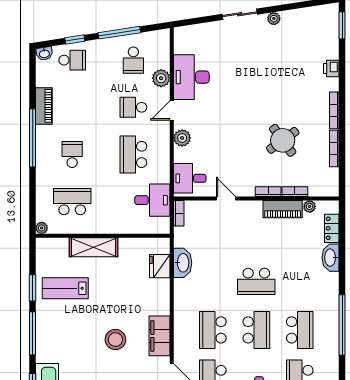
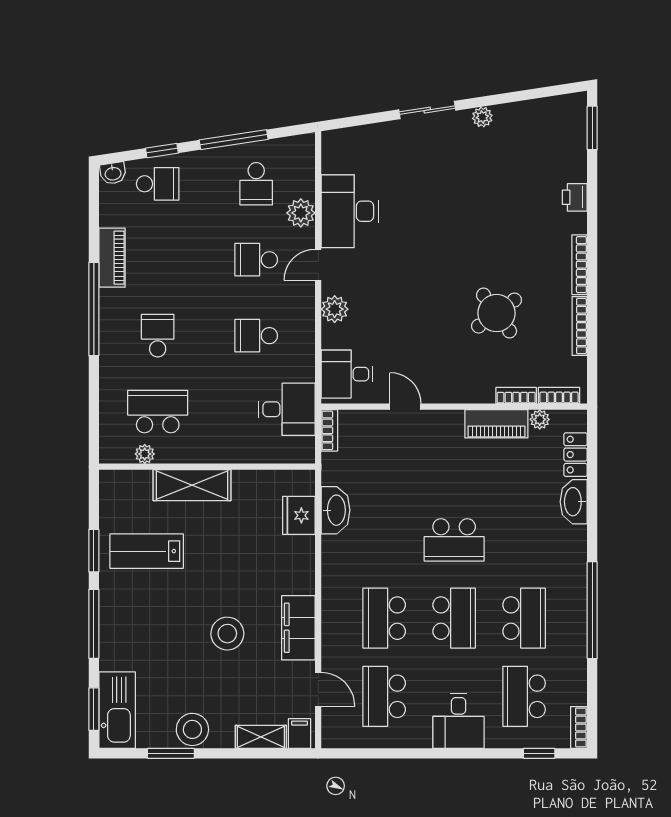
school desk: (133, 154) -> (256, 336), width x0.54
bookcase: (268, 192) -> (559, 396), moved
plant: (42, 228) -> (145, 454), moved

